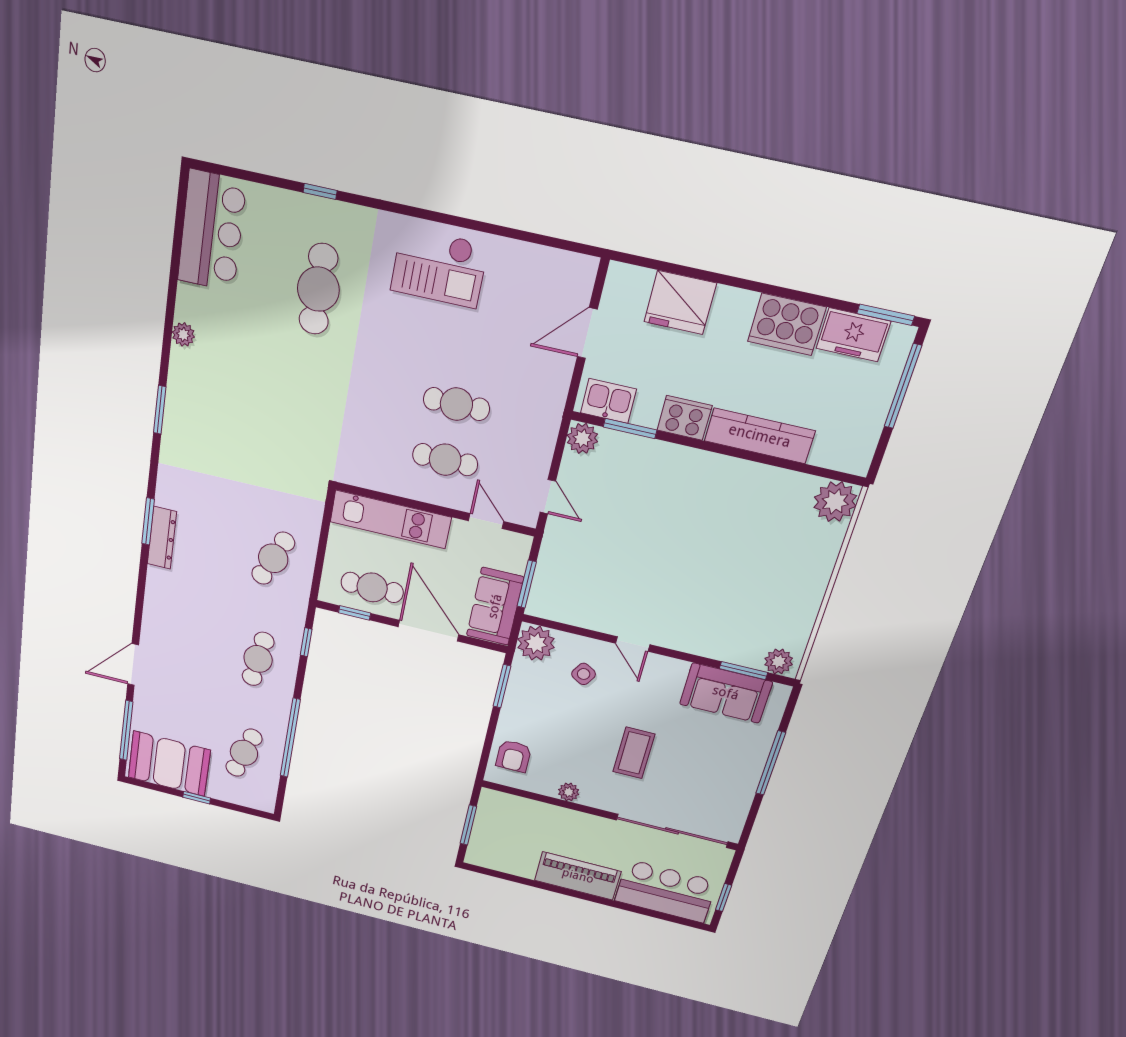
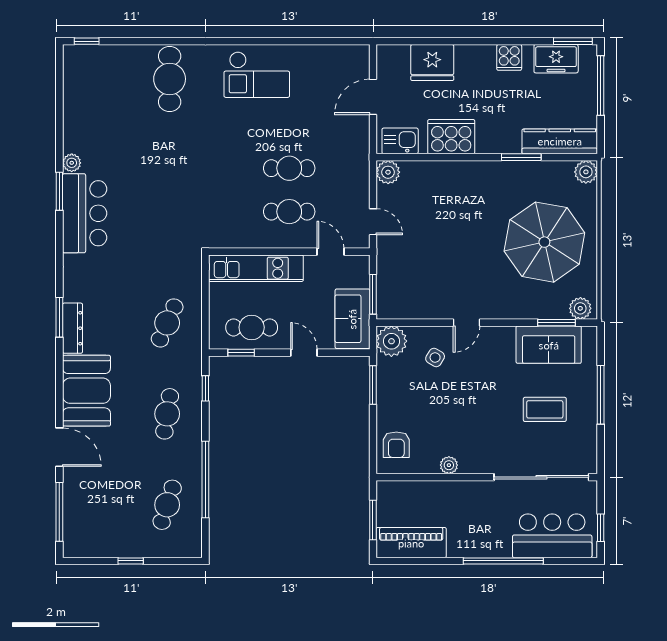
window: (320, 191) -> (87, 41), moved
bar counter: (212, 231) -> (85, 213), moved
cafe table: (318, 289) -> (170, 79), moved
cooker: (787, 324) -> (509, 57), width x0.53, depth x0.76
window: (160, 410) -> (59, 191), moved
cooker: (685, 418) -> (451, 137), width x1.37, depth x1.31
window: (630, 429) -> (521, 157), moved
kitchen counter: (760, 436) -> (560, 141), moved
plant: (835, 502) -> (586, 172), width x0.73, depth x0.73
parasol: (759, 573) -> (544, 242), added
door: (428, 631) -> (304, 353), width x0.53
door: (633, 644) -> (466, 323), hinge flipped
door: (133, 664) -> (59, 447), swing flipped
coffee table: (634, 753) -> (545, 409), moved, turned 90
booth: (169, 764) -> (86, 391), moved, turned 90
piano: (578, 876) -> (411, 543), moved
window: (603, 901) -> (503, 561), added

